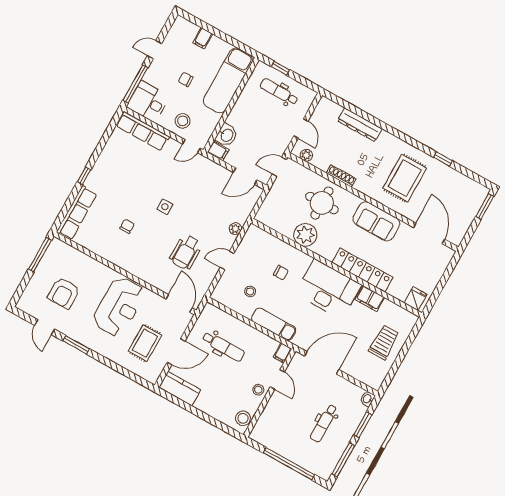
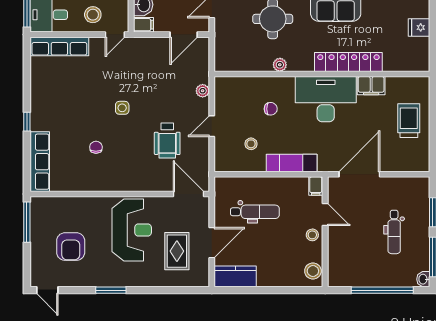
plant: (305, 235) -> (280, 65), width x0.53, depth x0.53
fridge: (416, 299) -> (419, 27), moved, turned -90
door: (45, 327) -> (47, 290), moved
washbasin: (367, 399) -> (423, 279), moved

